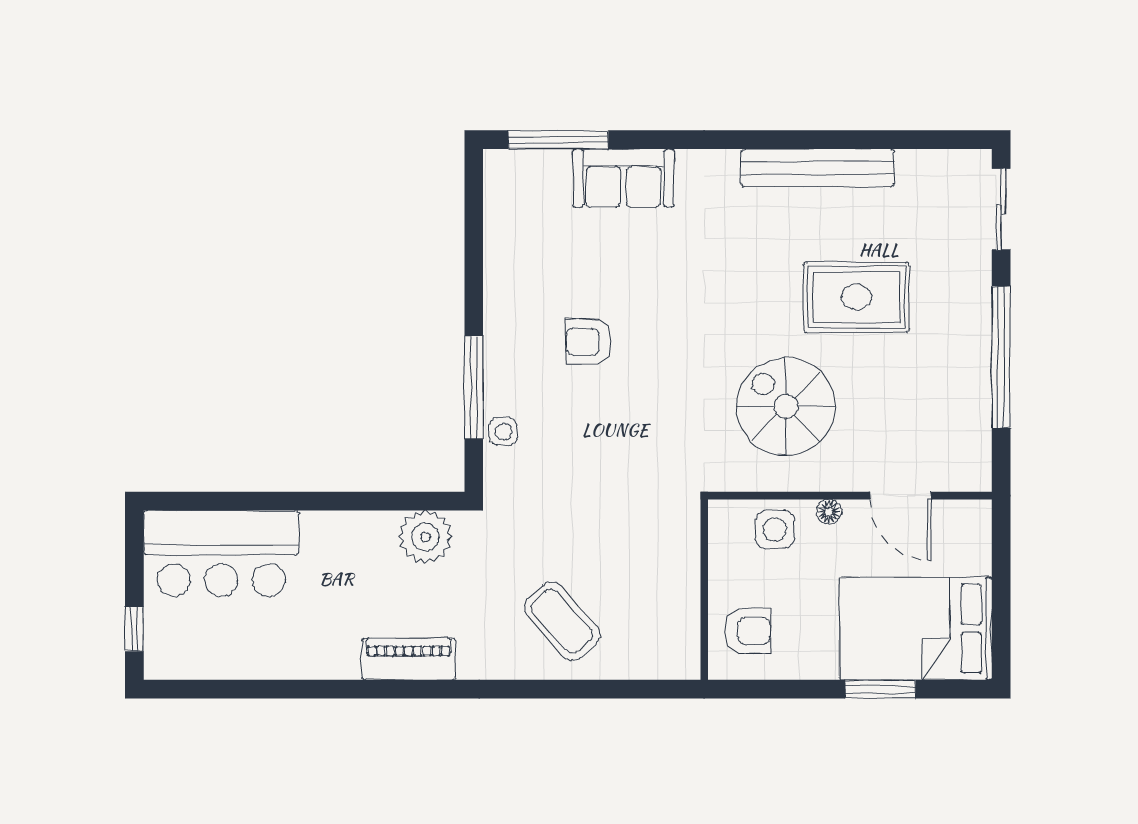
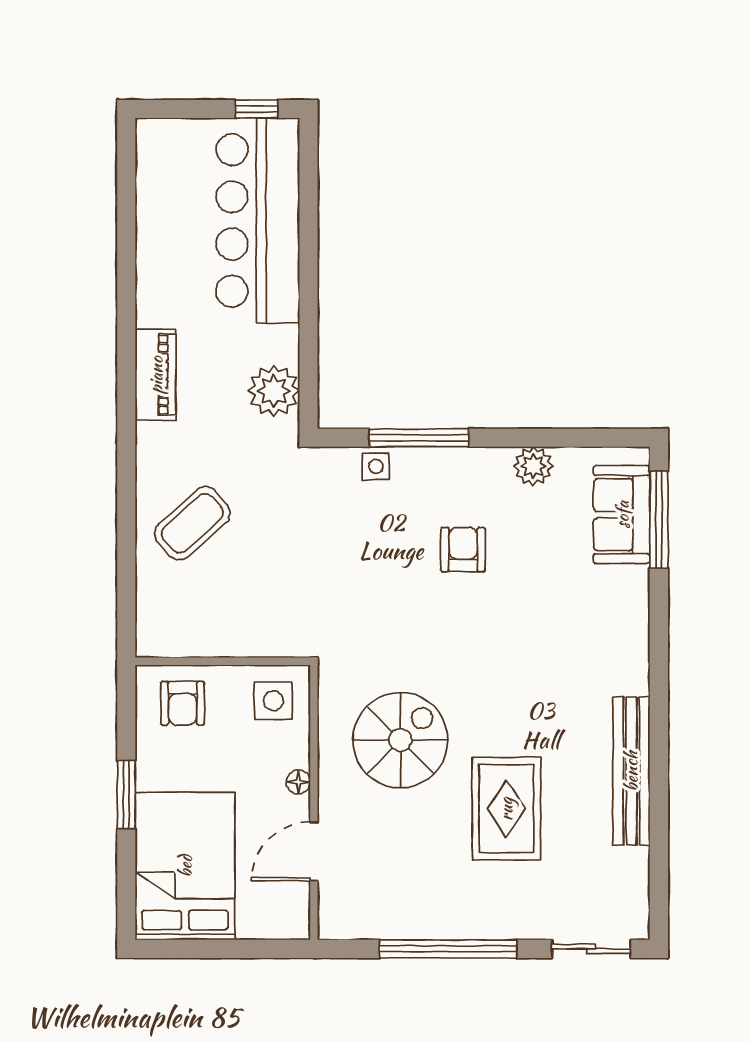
sofa: (624, 178) -> (622, 515), moved
plant: (503, 269) -> (533, 466), added
side table: (775, 529) -> (273, 701), moved
bar counter: (221, 553) -> (258, 220), width x1.36
window: (134, 629) -> (257, 109), moved
window: (880, 689) -> (126, 795), moved

